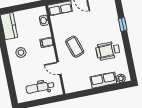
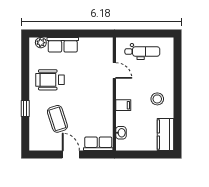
coffee table: (75, 47) -> (57, 119), moved
wheelchair: (108, 51) -> (50, 80), turned 180

